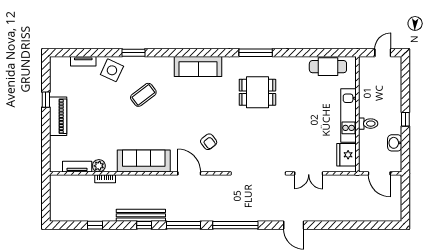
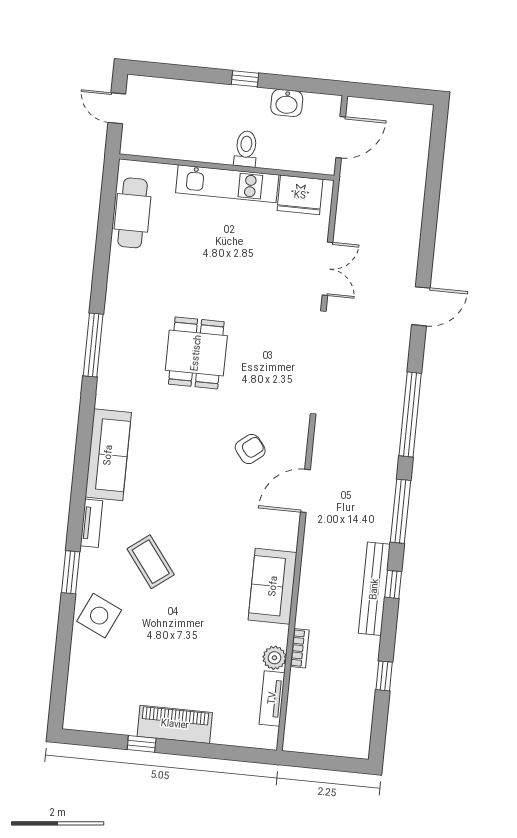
tv unit: (83, 61) -> (91, 523), moved
dining table: (257, 92) -> (196, 353), moved
sofa: (144, 161) -> (273, 586), width x0.73

